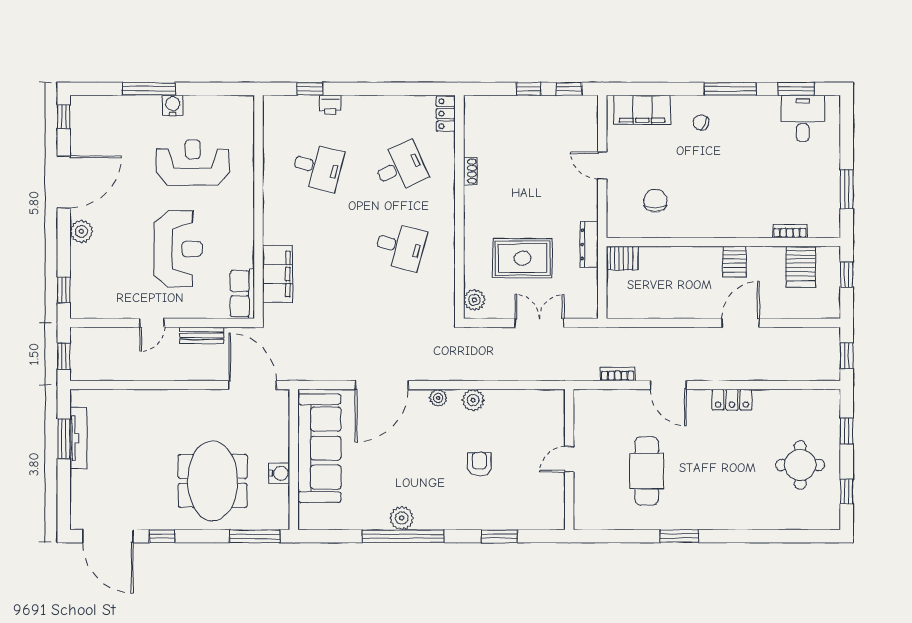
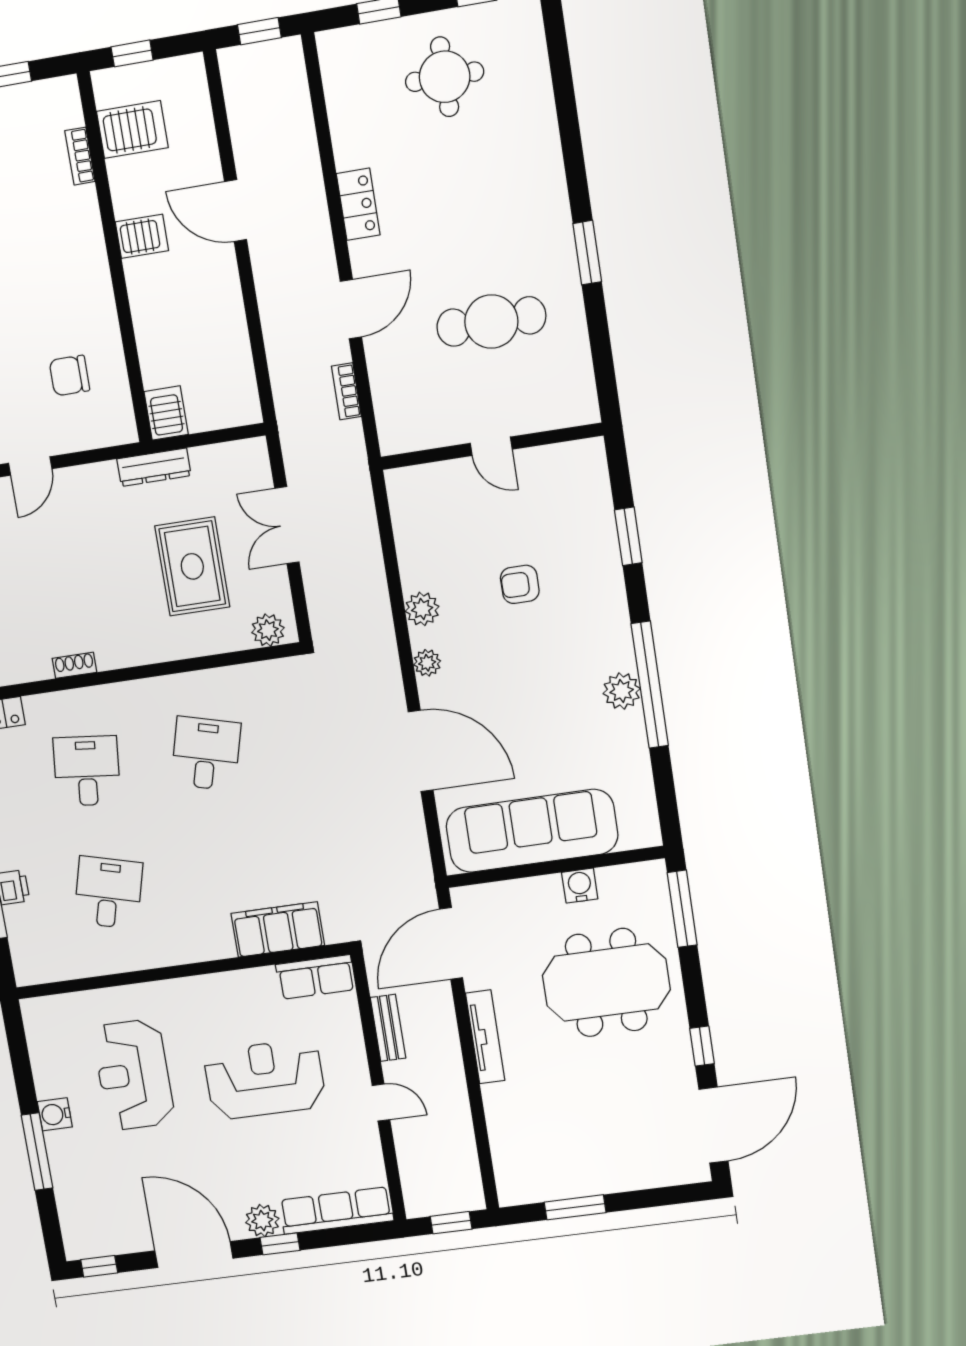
desk: (400, 167) -> (87, 771), turned 30
row of seats: (82, 282) -> (336, 1211), added
window: (64, 290) -> (280, 1244), moved
tv unit: (78, 438) -> (485, 1037), moved, turned 90

